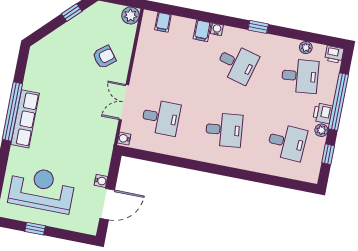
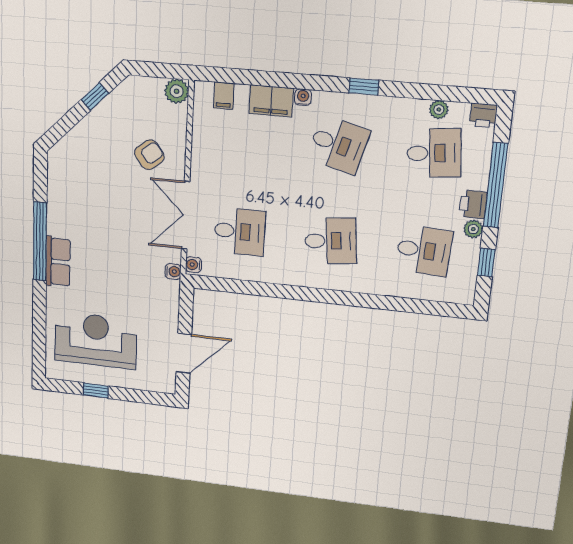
filing cabinet: (202, 31) -> (271, 101), width x2.00
double door: (124, 102) -> (186, 215), width x1.37
row of seats: (25, 119) -> (58, 262), width x0.68
water cooler: (101, 181) -> (173, 271), moved

